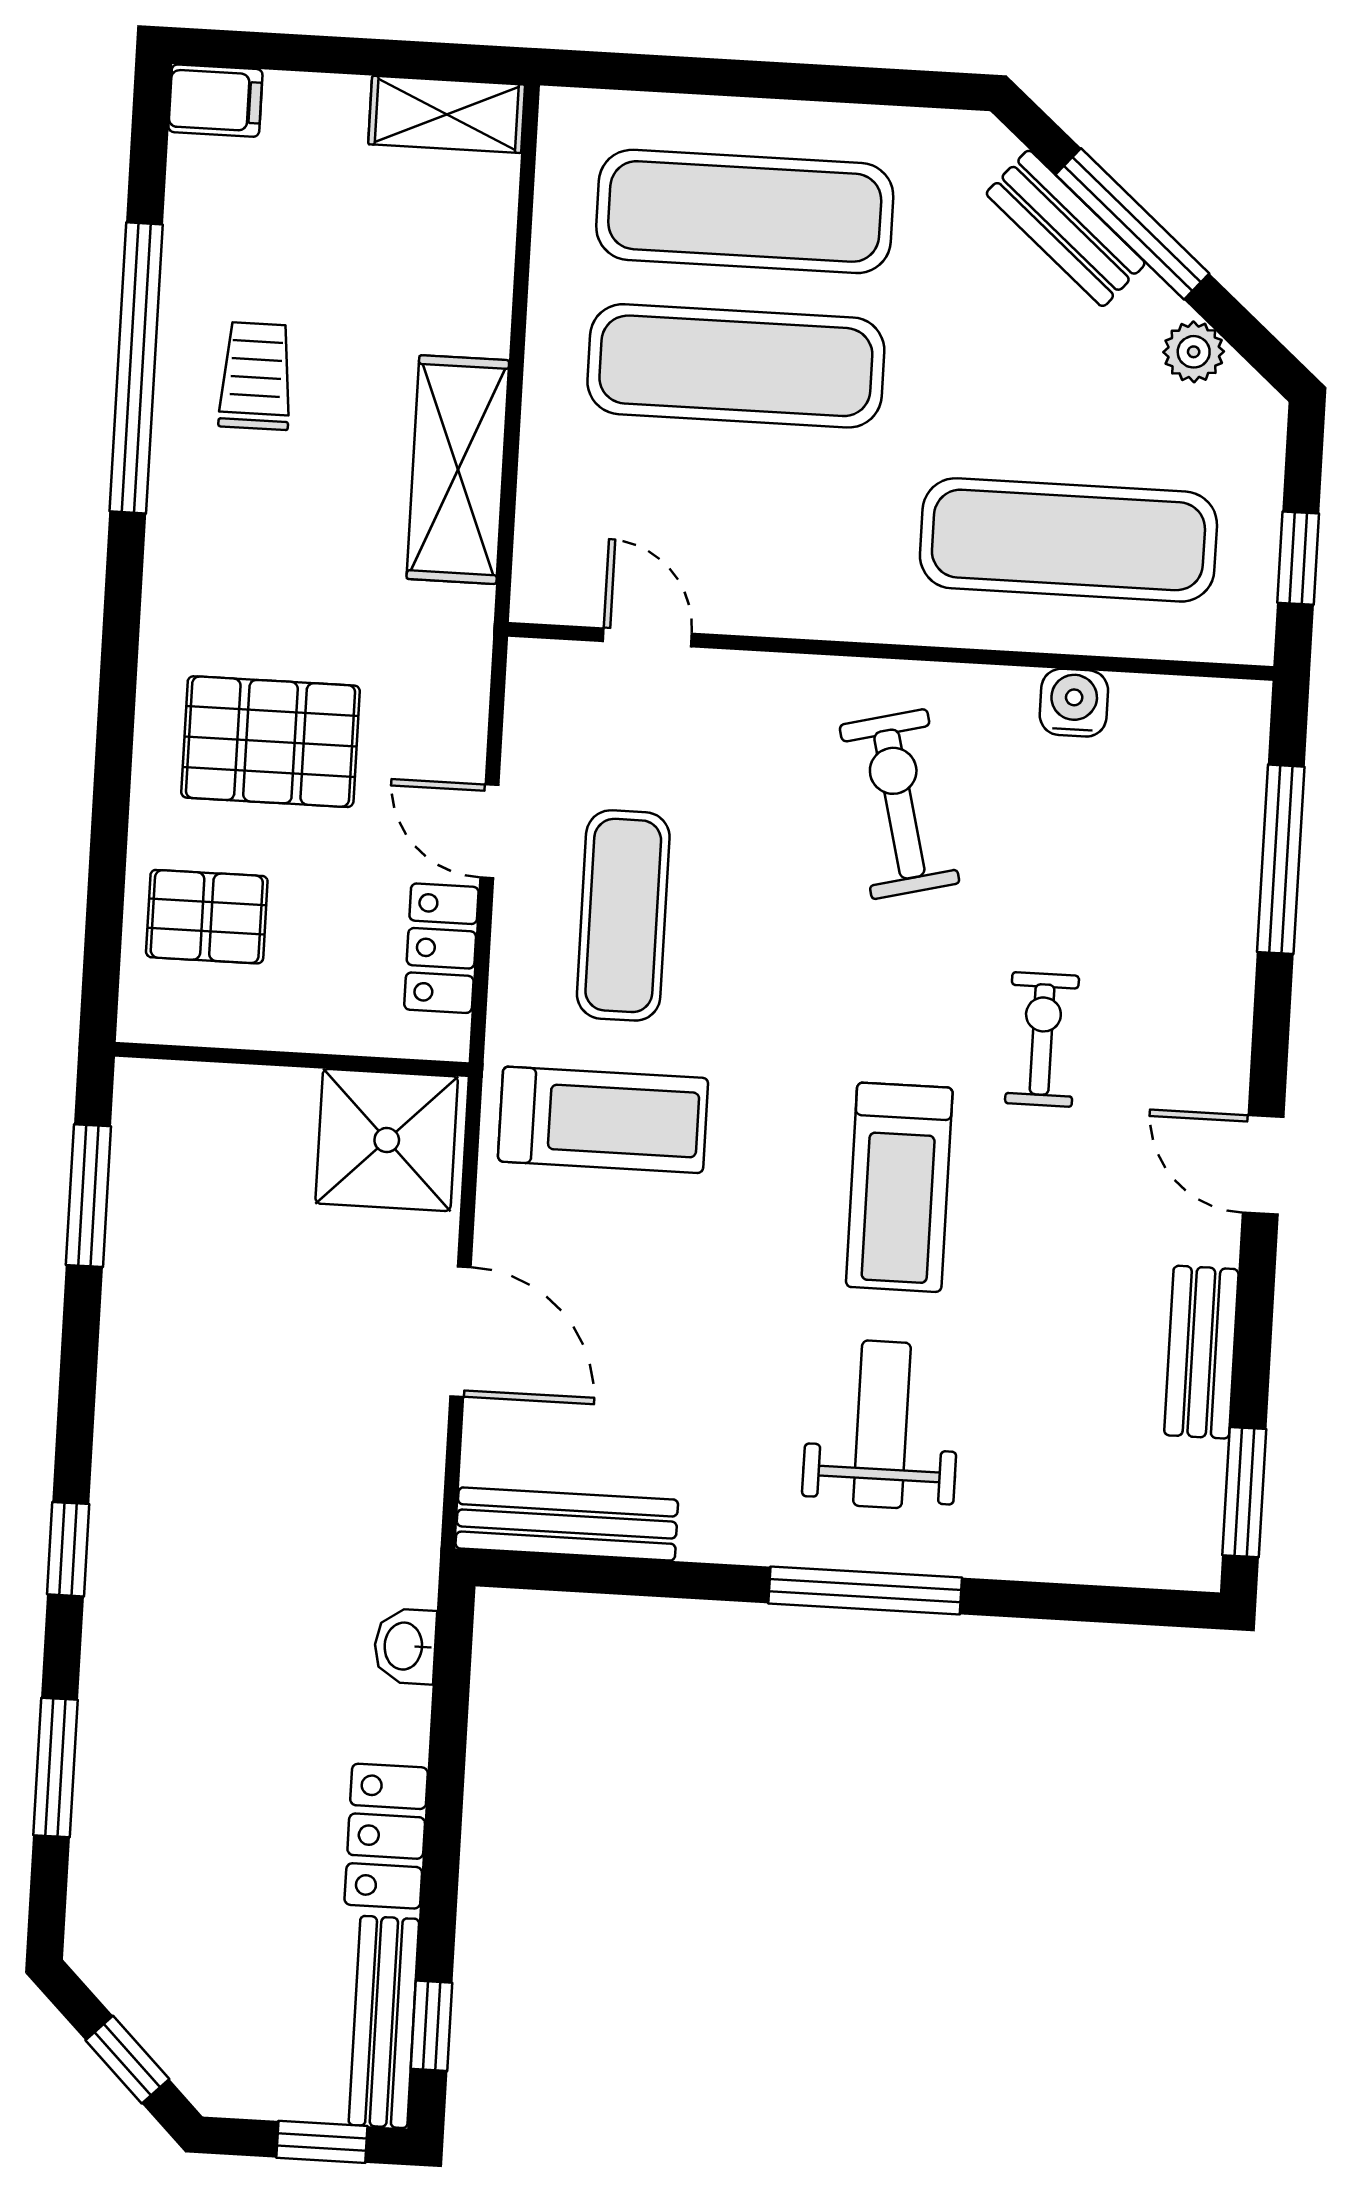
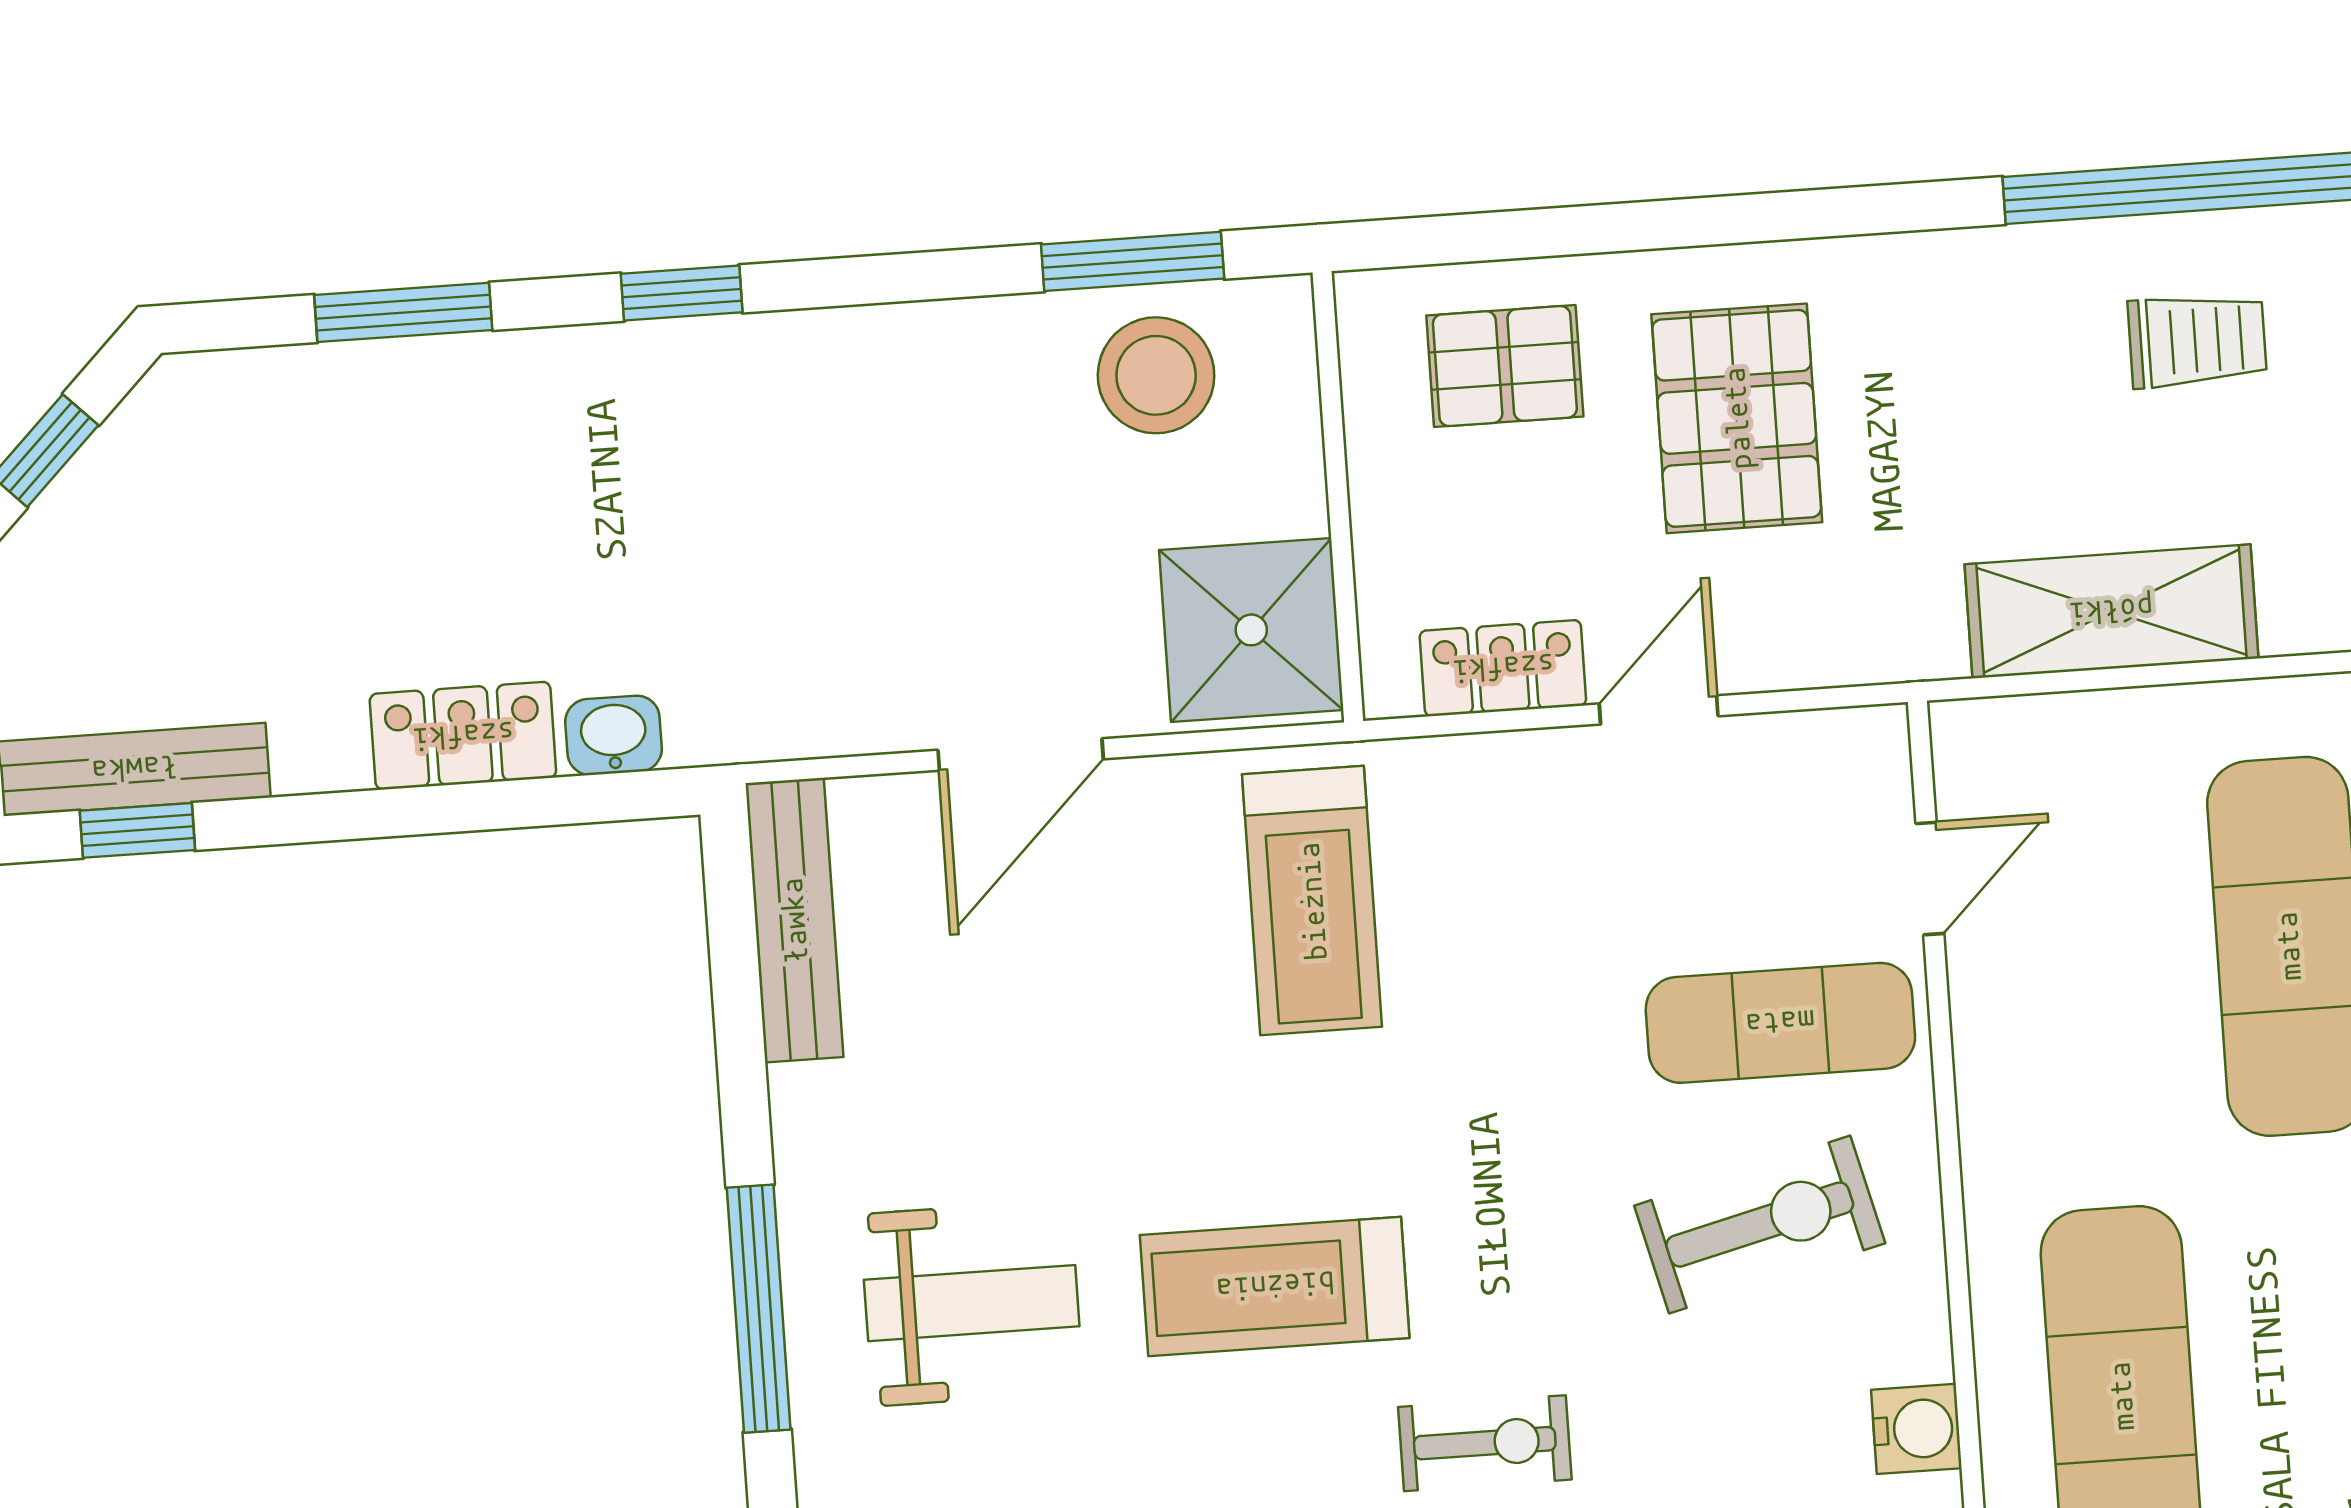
exercise mat: (623, 915) -> (1780, 1023), moved
pallet: (207, 917) -> (1505, 366), turned 90
stool: (179, 1189) -> (1156, 375), added
locker: (386, 1836) -> (463, 736), moved

